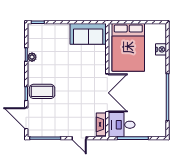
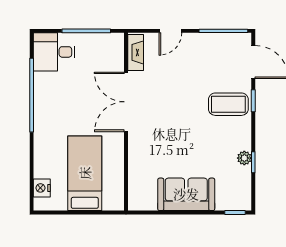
sofa: (88, 34) -> (186, 194), moved
bed: (128, 47) -> (85, 173), width x0.67
nightstand: (161, 49) -> (42, 188), moved
desk: (122, 125) -> (54, 52), moved, turned 180
door: (79, 138) -> (170, 31), swing flipped

